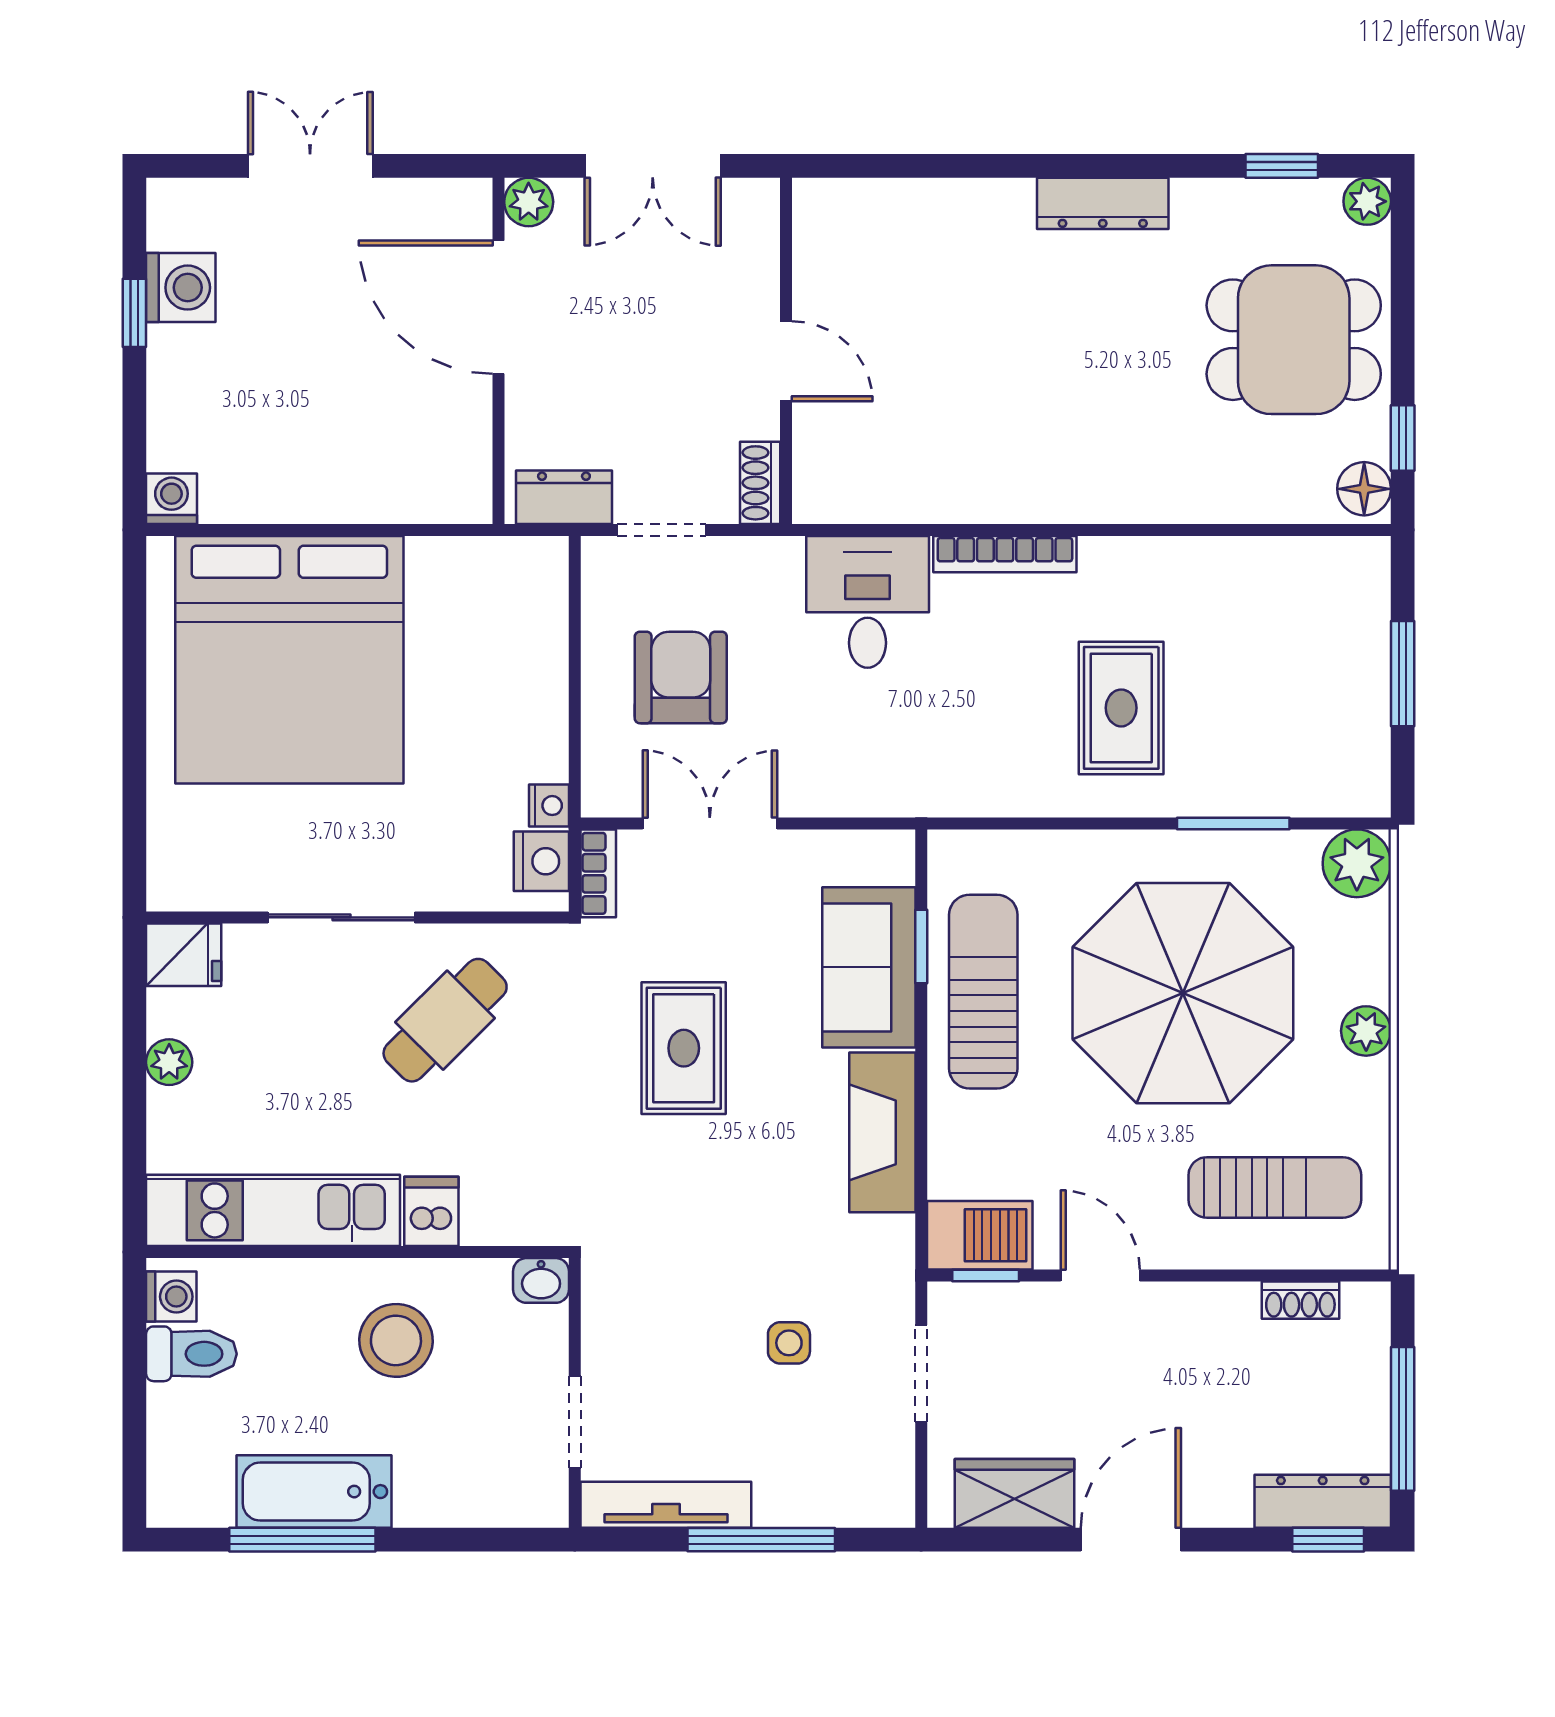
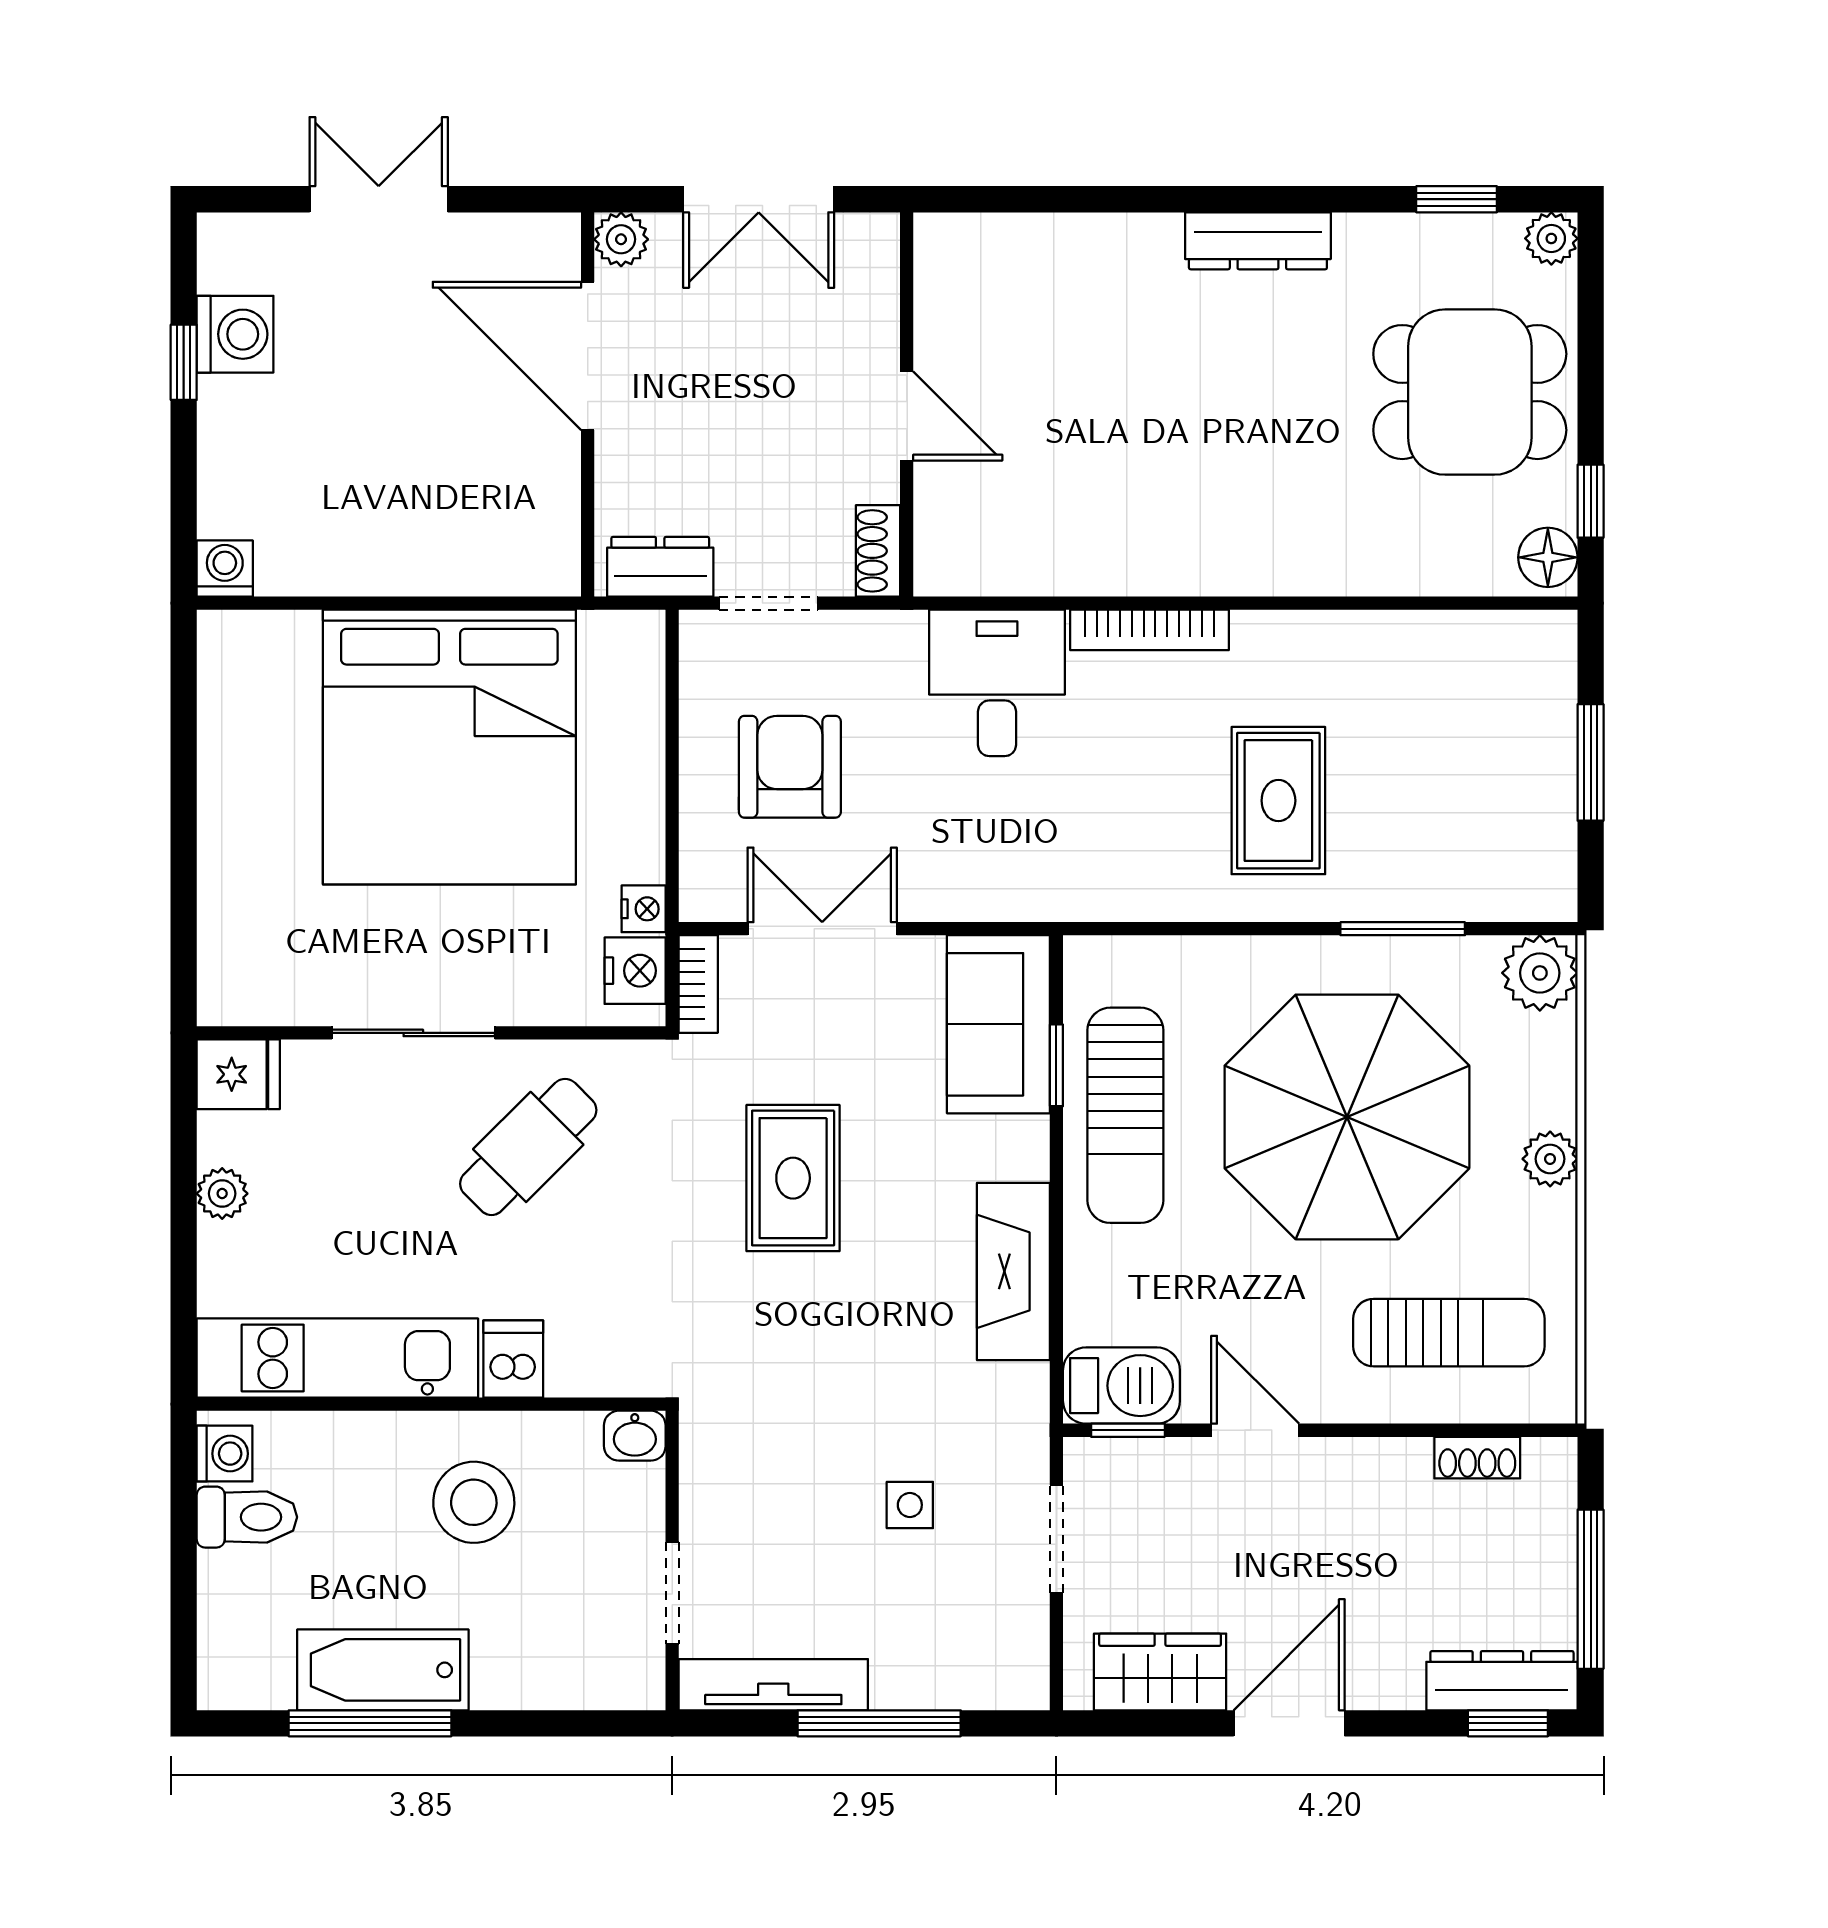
bed: (289, 660) -> (449, 747), moved
sofa: (869, 967) -> (998, 1024), moved
sun lounger: (983, 992) -> (1125, 1115), turned 180

